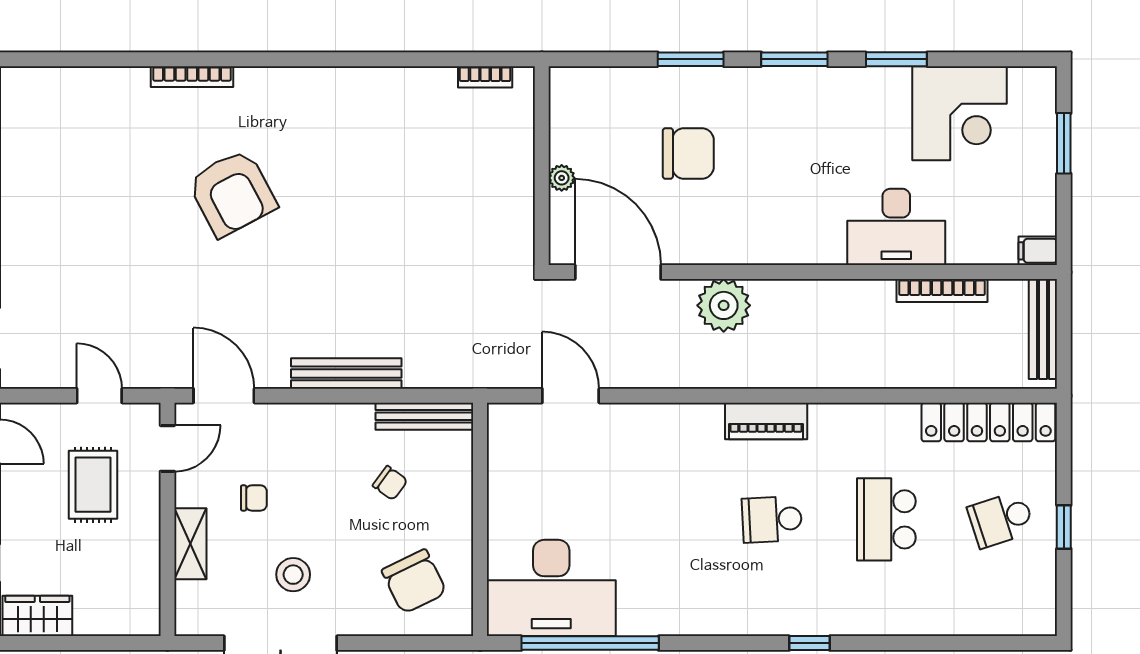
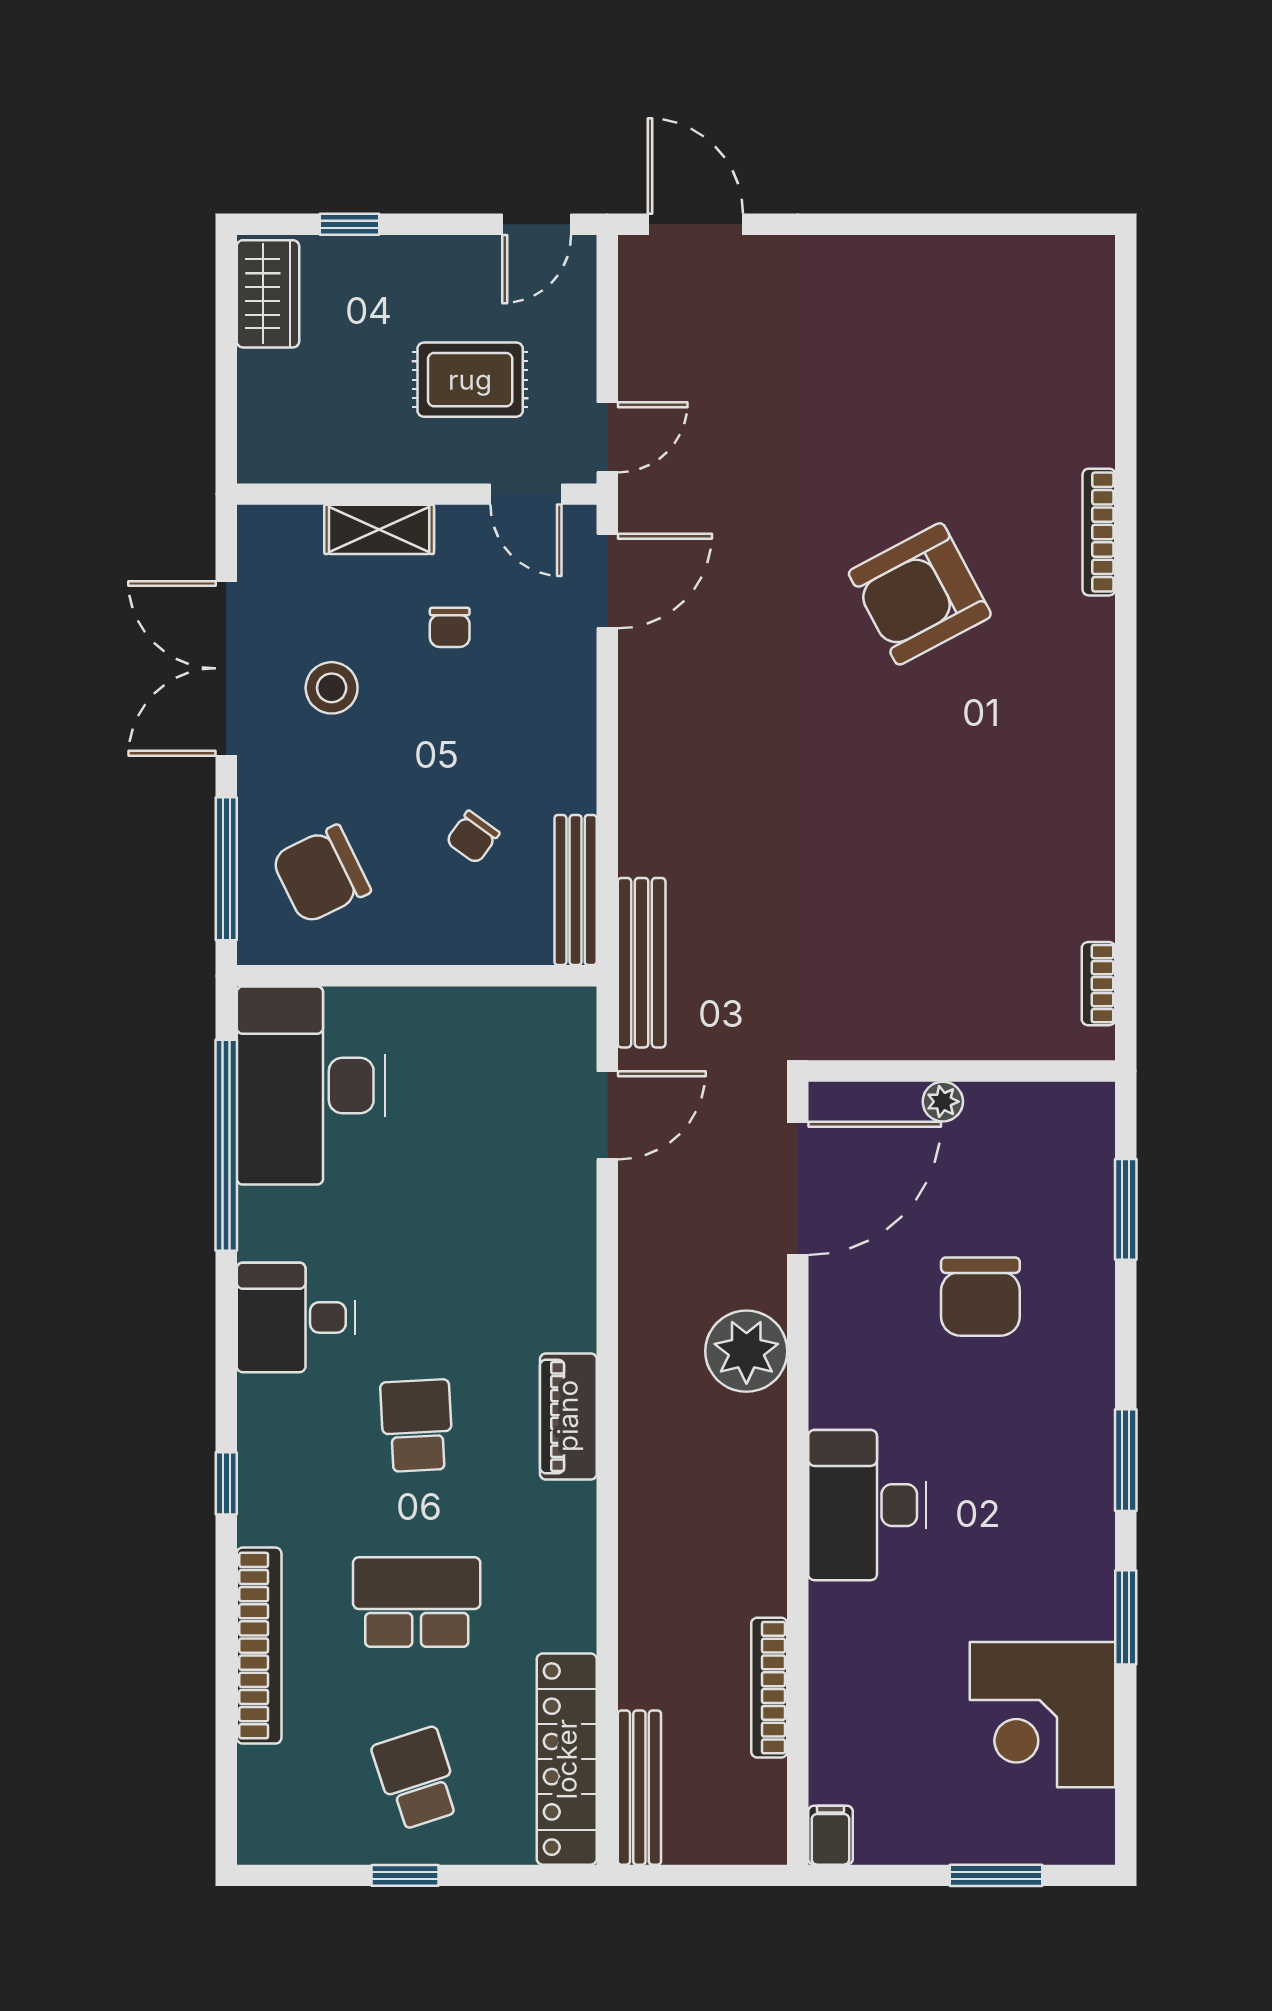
window: (691, 59) -> (1126, 1209), moved
desk: (896, 227) -> (867, 1505), moved
bench: (1043, 329) -> (639, 1788), moved, turned 90
bench: (346, 373) -> (642, 963), moved
door: (99, 396) -> (607, 437), moved
desk: (702, 598) -> (296, 1317), added
bookcase: (915, 622) -> (259, 1646), added
window: (411, 643) -> (226, 869), added

